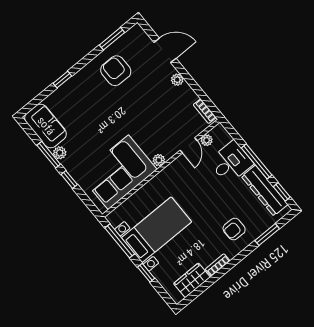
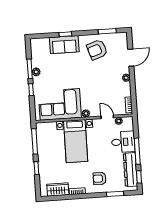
door: (165, 50) -> (131, 58), hinge flipped
armchair: (116, 71) -> (97, 50), turned -108
sofa: (46, 126) -> (64, 45), moved, turned 90
door: (189, 145) -> (107, 117), swing flipped
bed with nightstands: (156, 230) -> (76, 141), moved, turned 90

